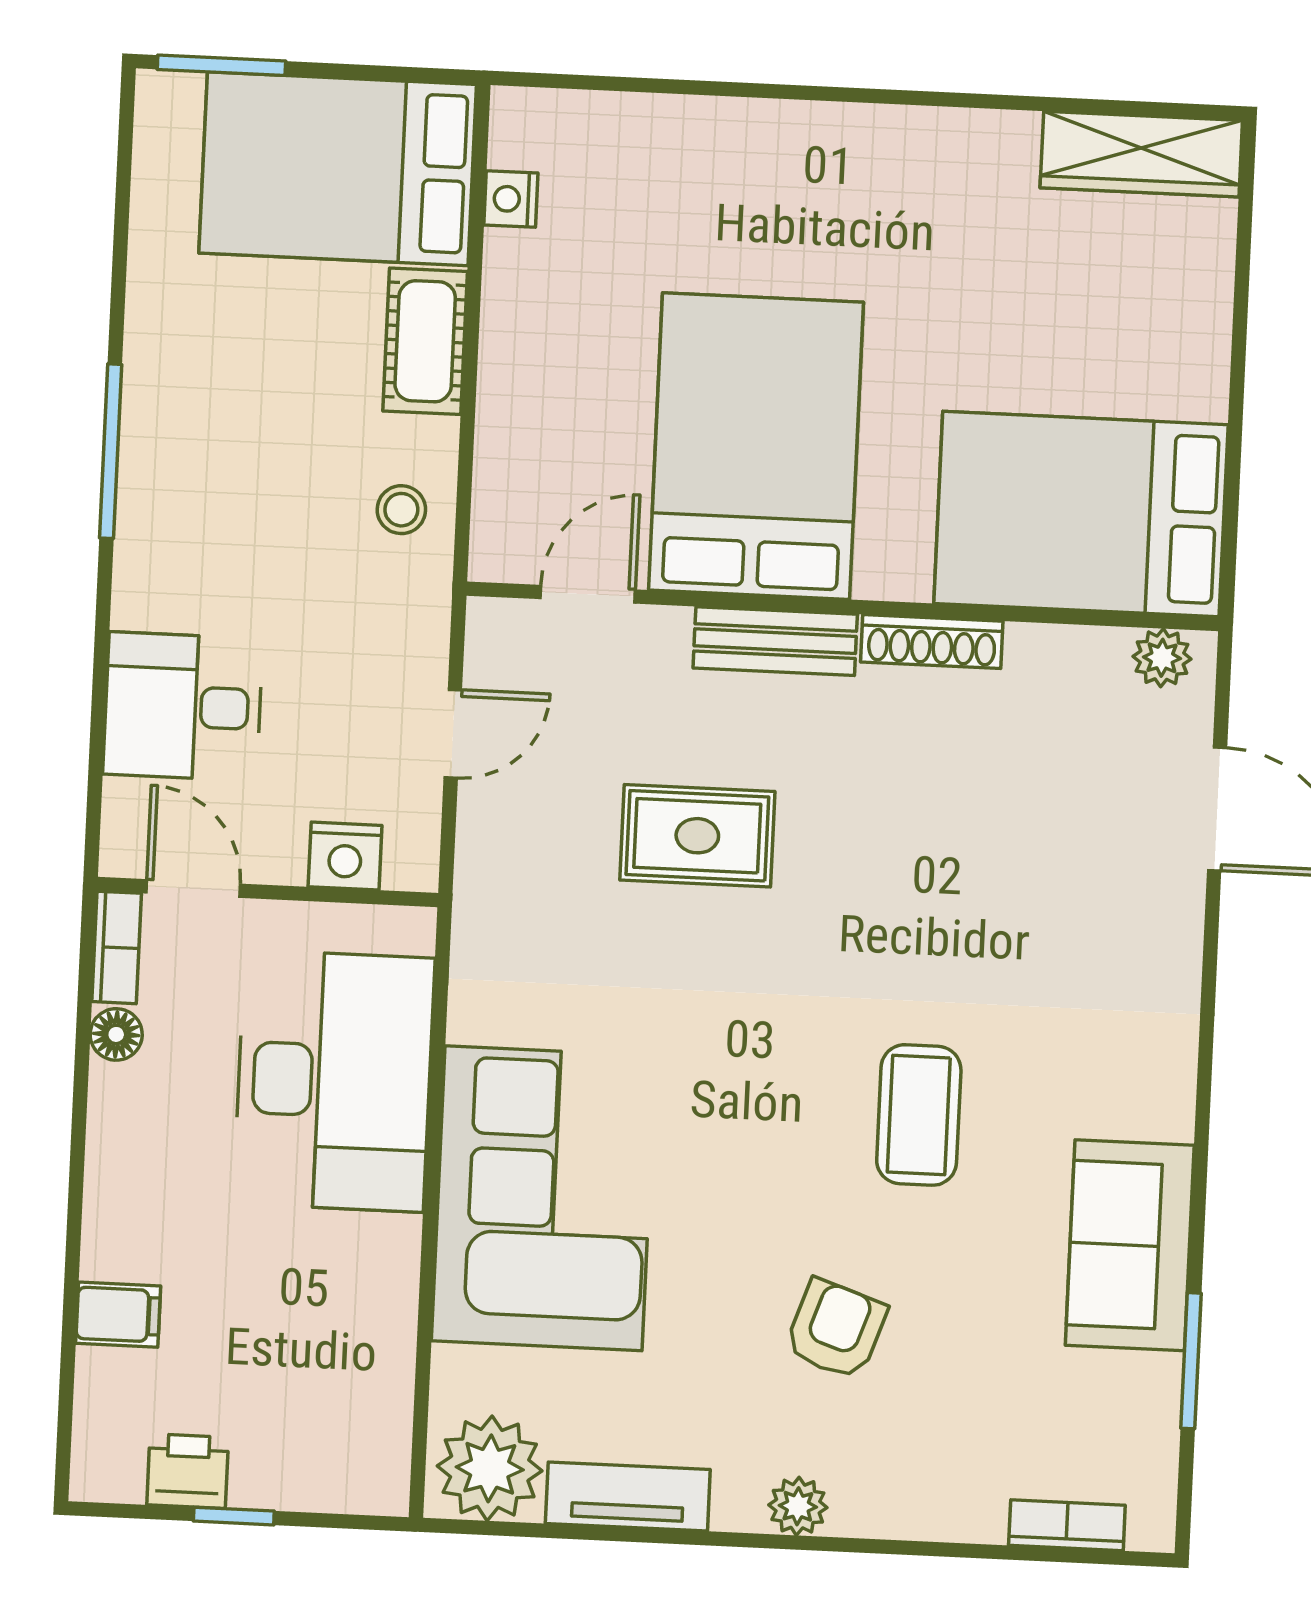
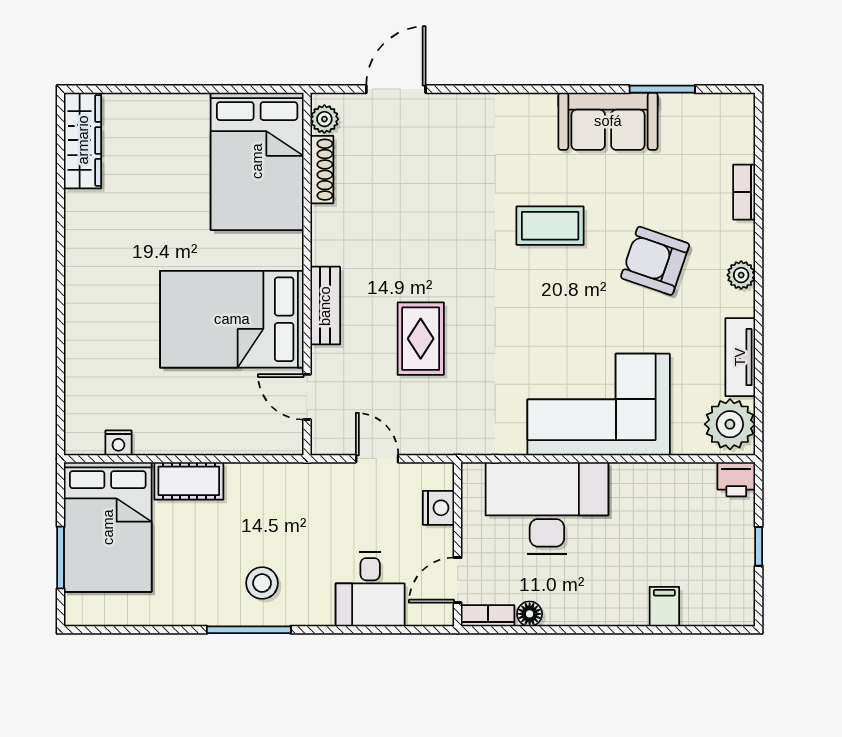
window: (221, 65) -> (61, 558), moved
stool: (401, 510) -> (262, 583), moved, width x1.37, depth x1.37
shoe rack: (932, 642) -> (322, 170), moved
armchair: (836, 1329) -> (655, 261), width x1.38, depth x1.38
printer: (188, 1471) -> (736, 479), moved, turned -90
bookcase: (1067, 1525) -> (744, 192), moved

